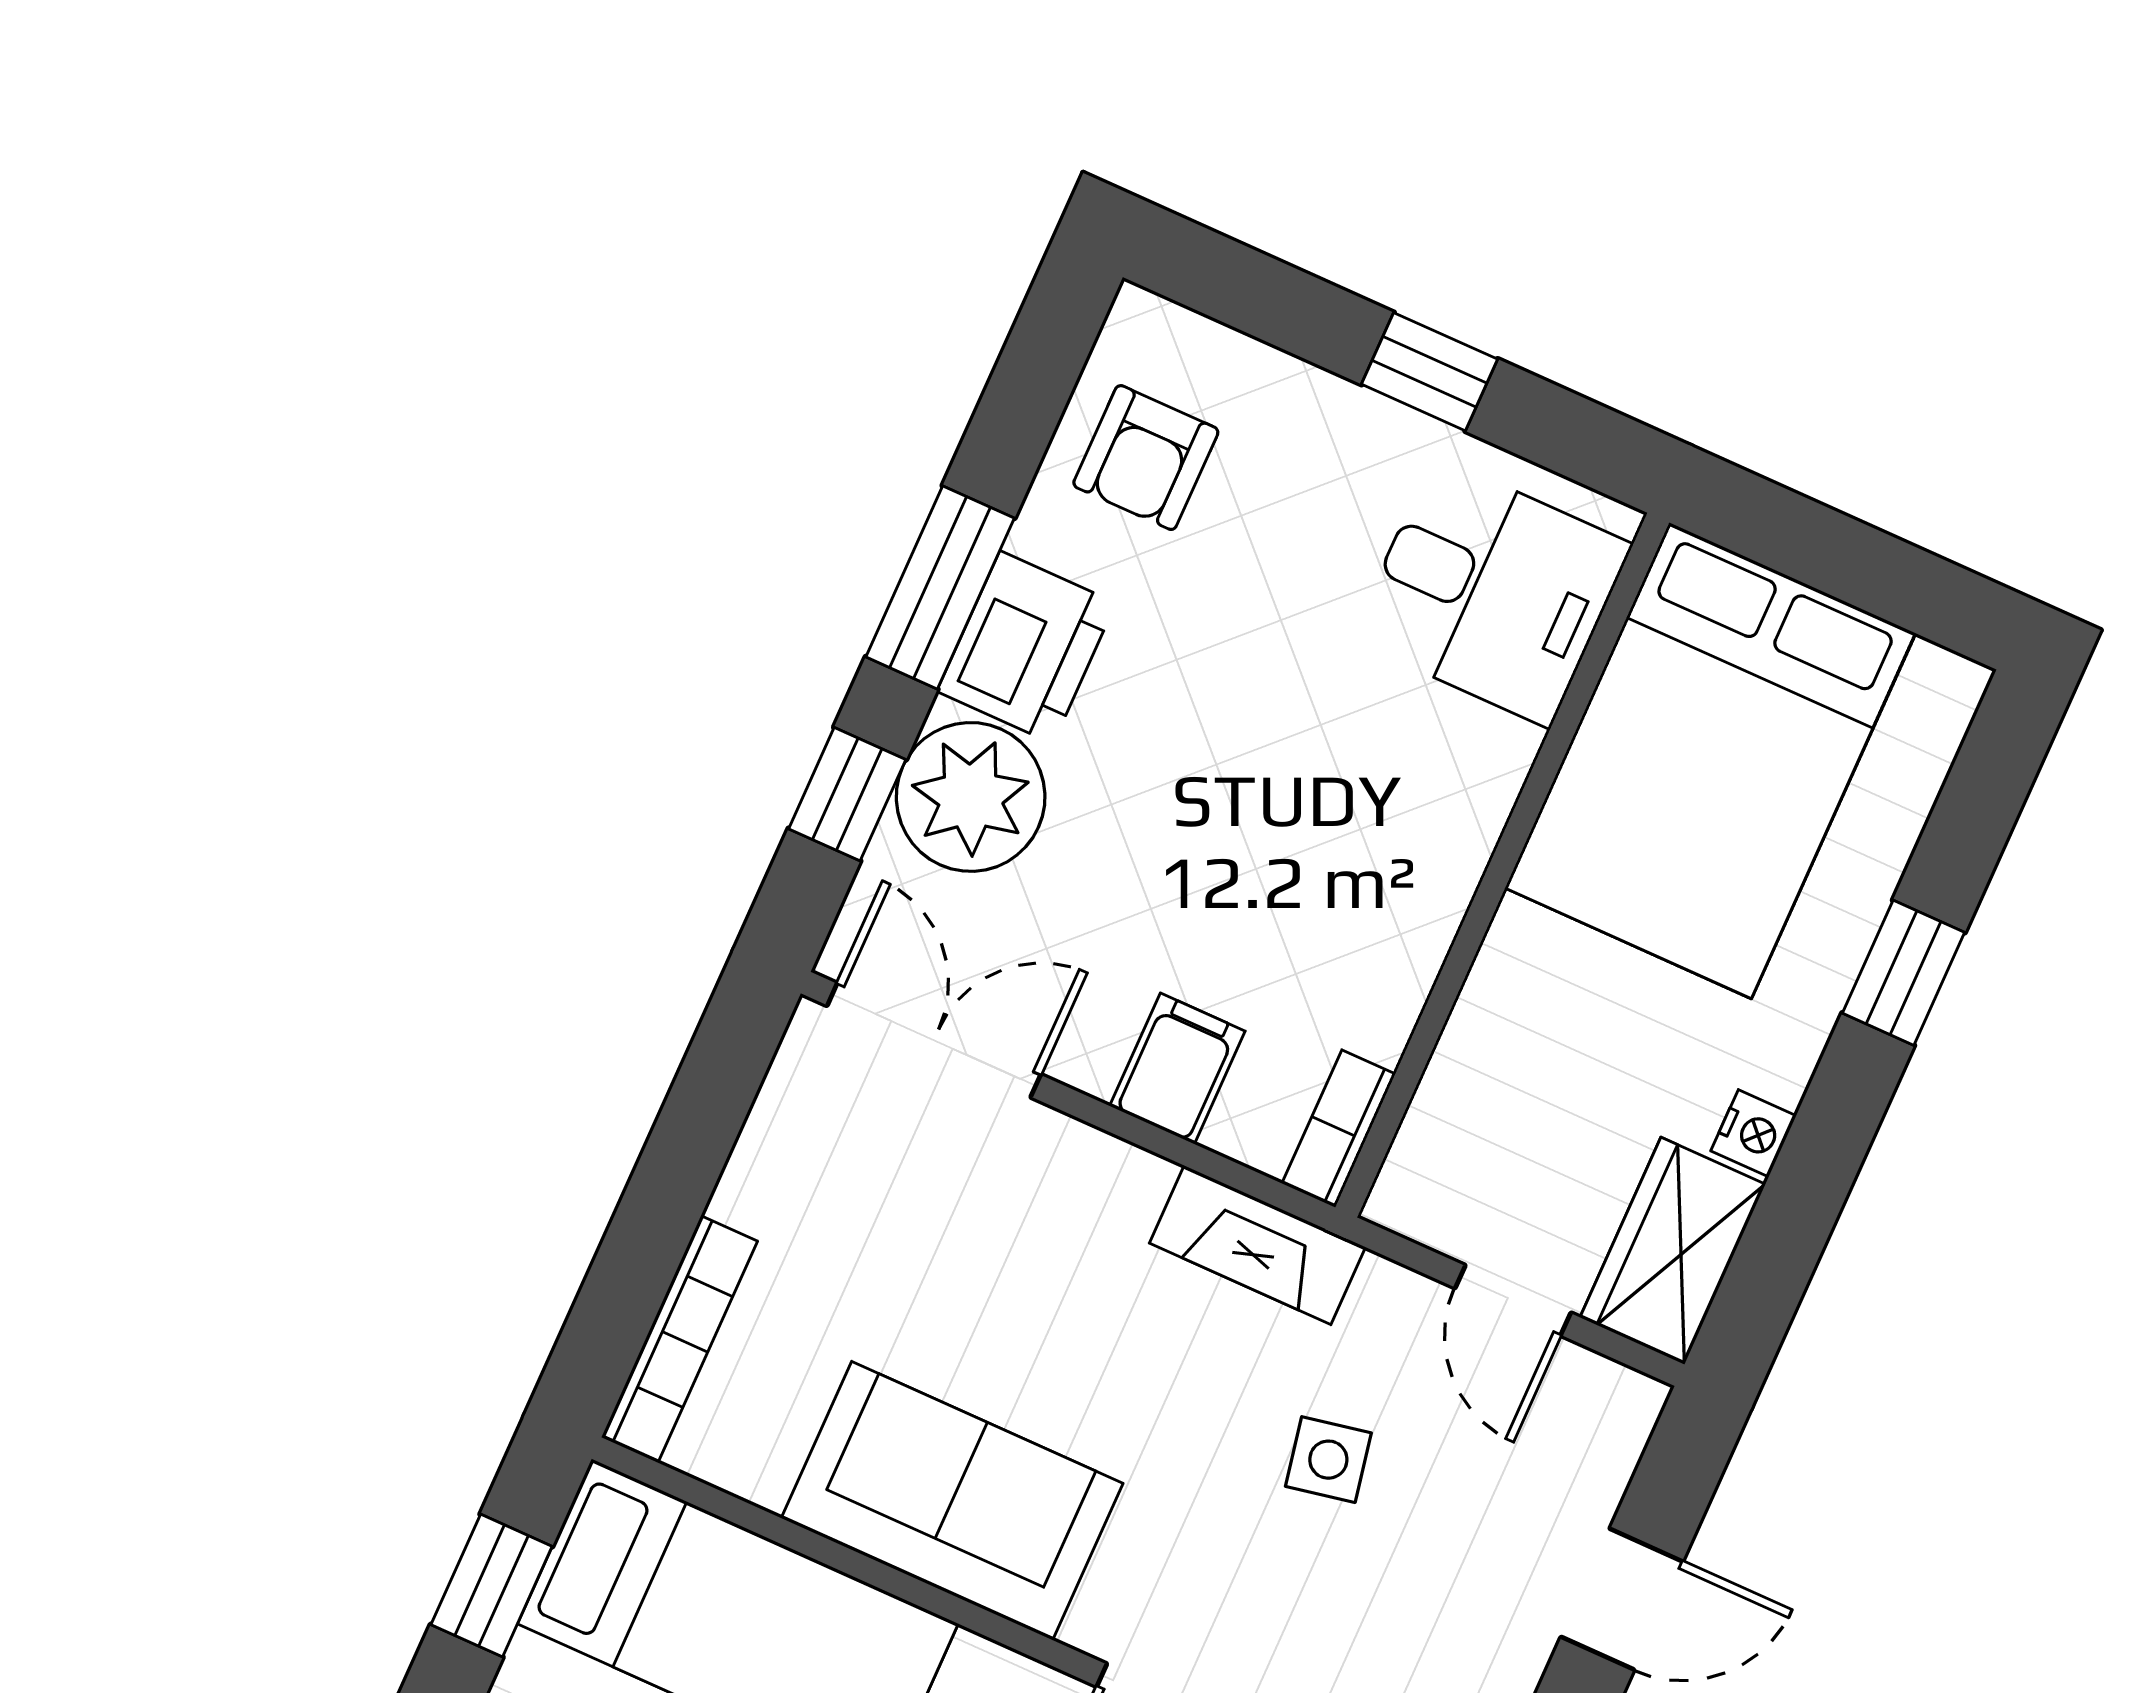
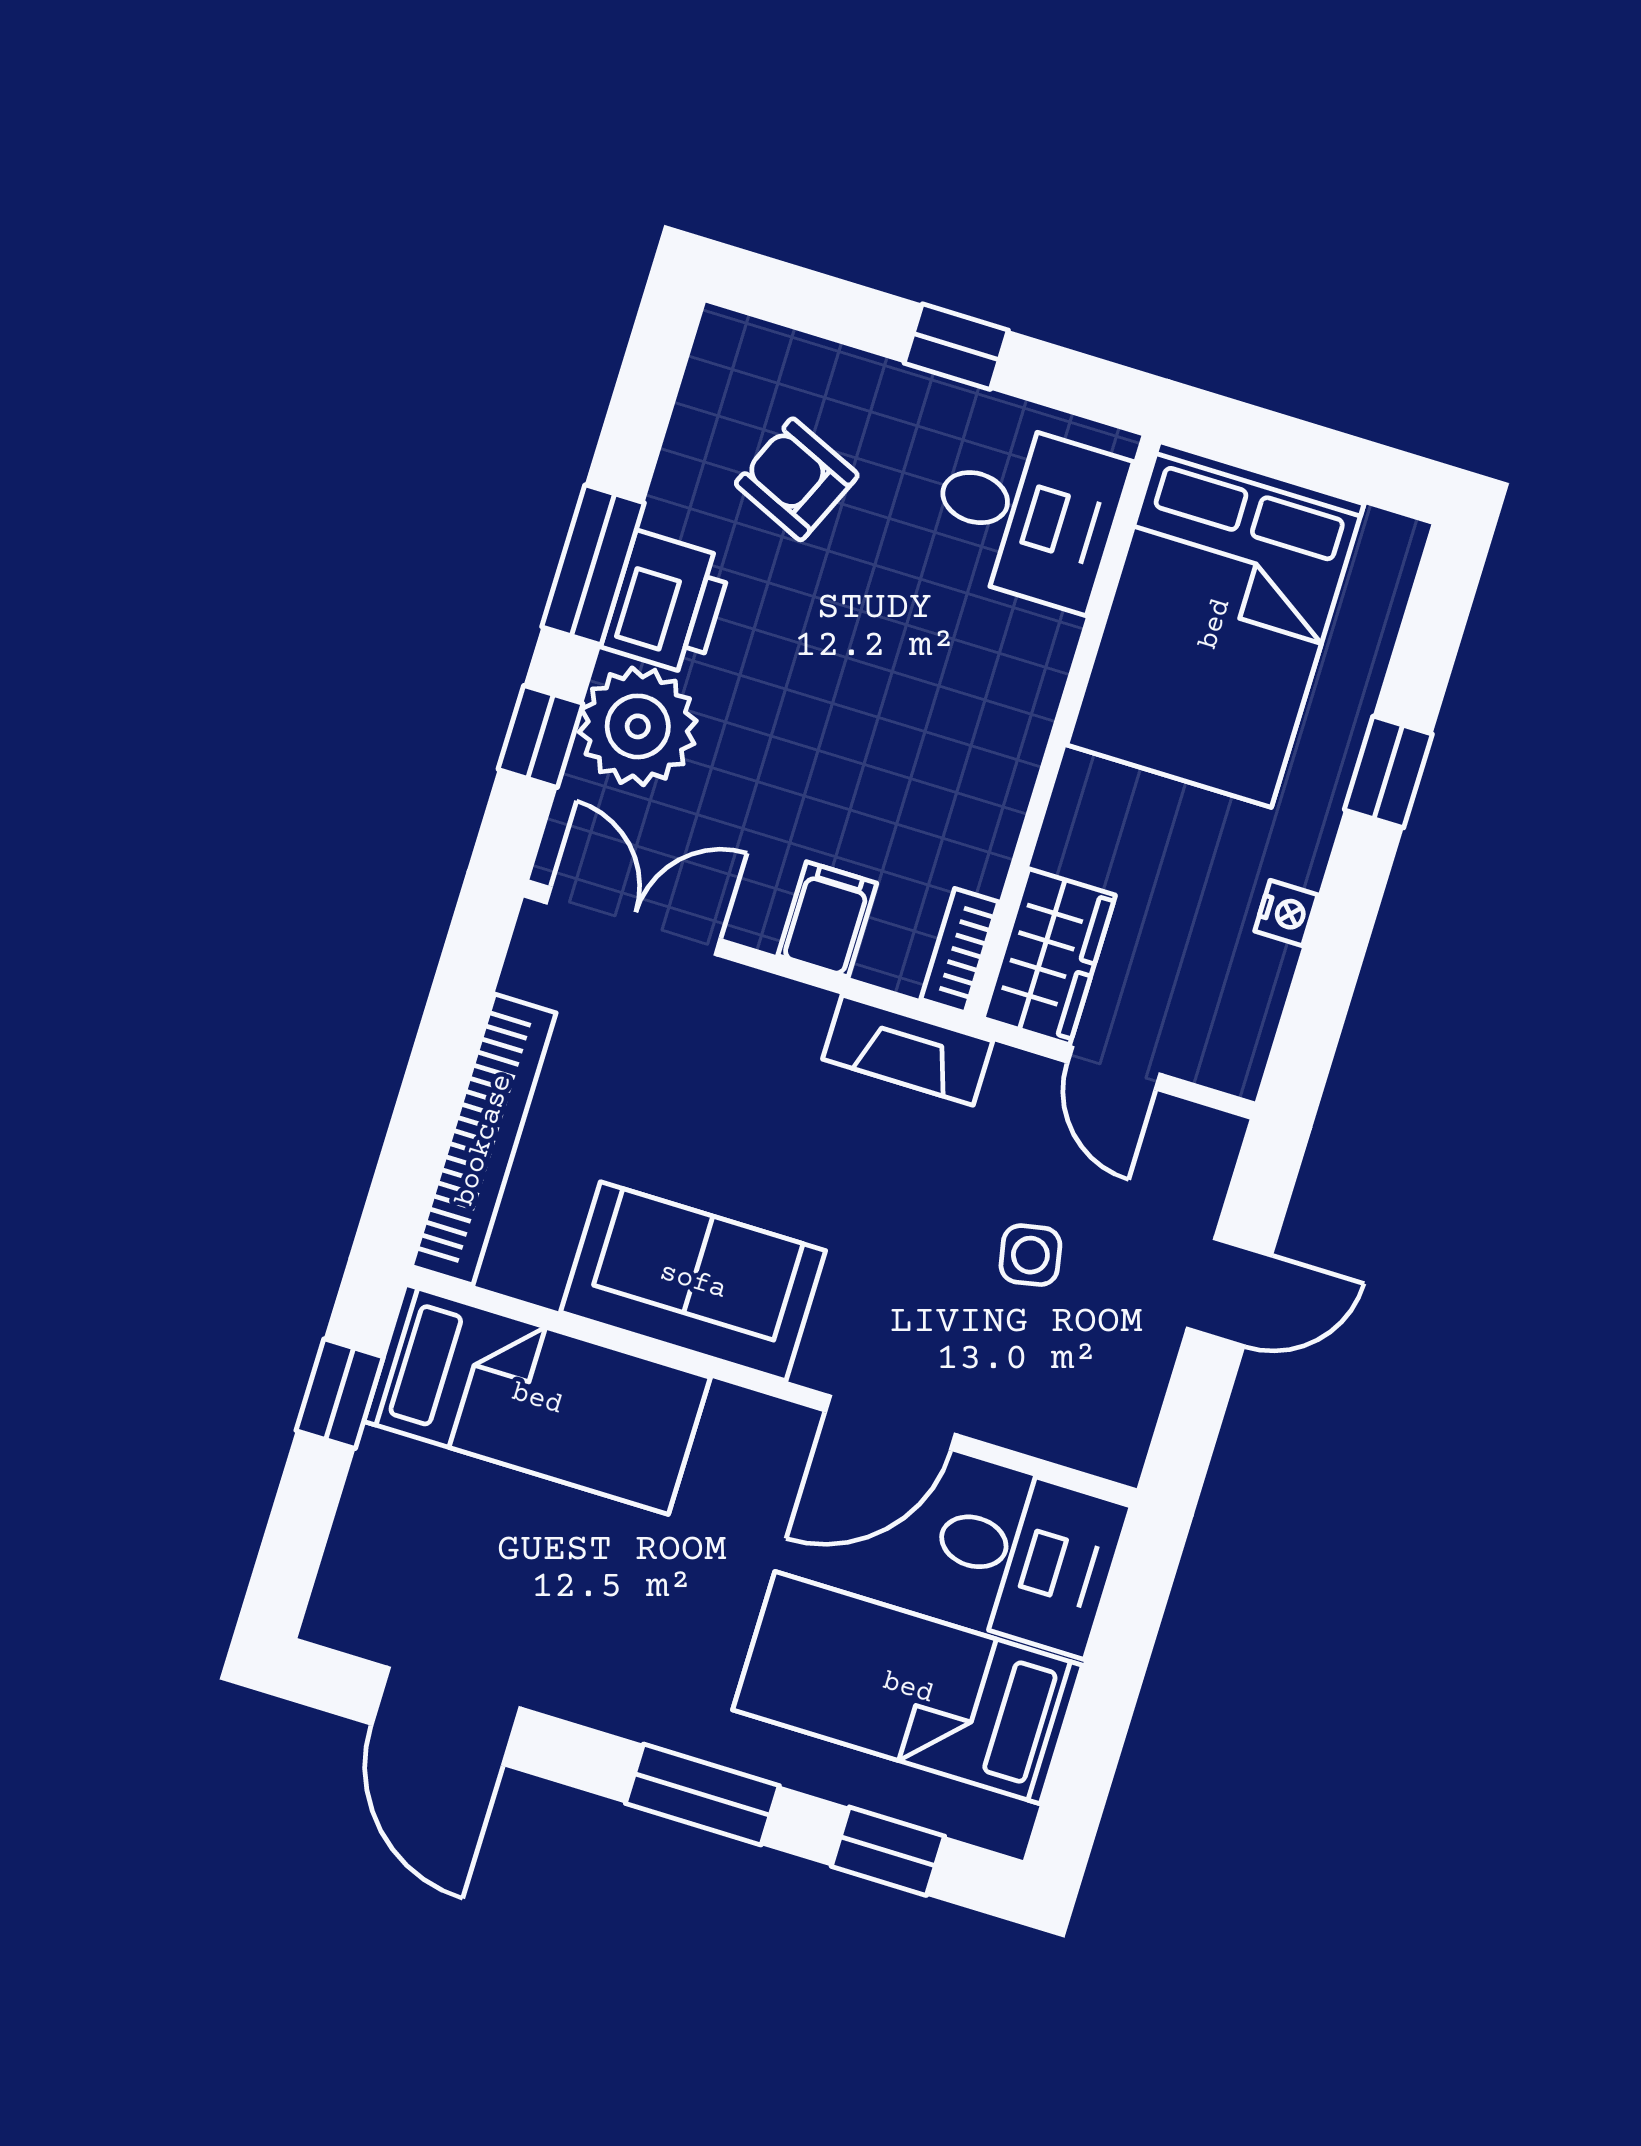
armchair: (1146, 458) -> (797, 479), moved, turned 114
wardrobe: (1673, 1251) -> (1049, 957), moved, turned 180
bookcase: (679, 1339) -> (484, 1140), width x1.48, depth x1.31
side table: (1328, 1460) -> (1030, 1255), moved

